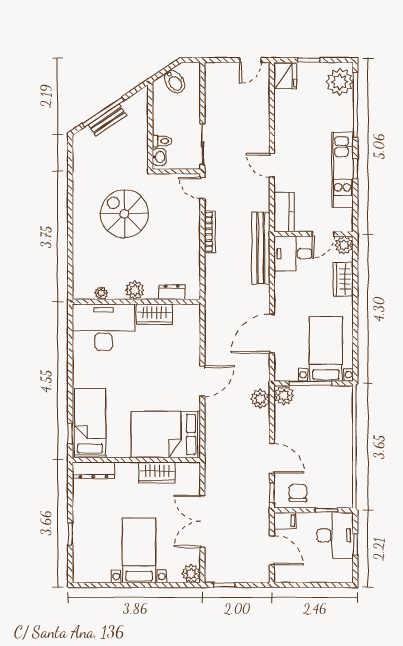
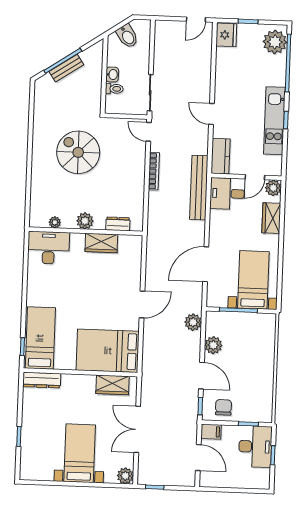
washbasin: (159, 157) -> (112, 75), moved
desk: (104, 327) -> (48, 248), width x0.73, depth x0.77
plant: (284, 395) -> (213, 345), moved
wardrobe: (157, 473) -> (112, 385), moved

